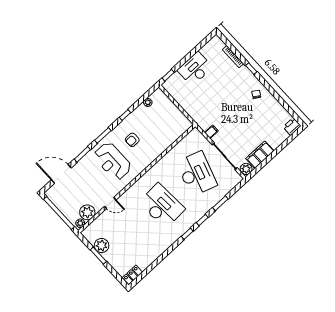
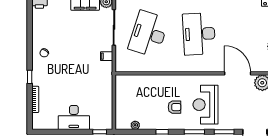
reception desk: (112, 161) -> (205, 105), turned 180
door: (110, 203) -> (238, 73), width x1.88

